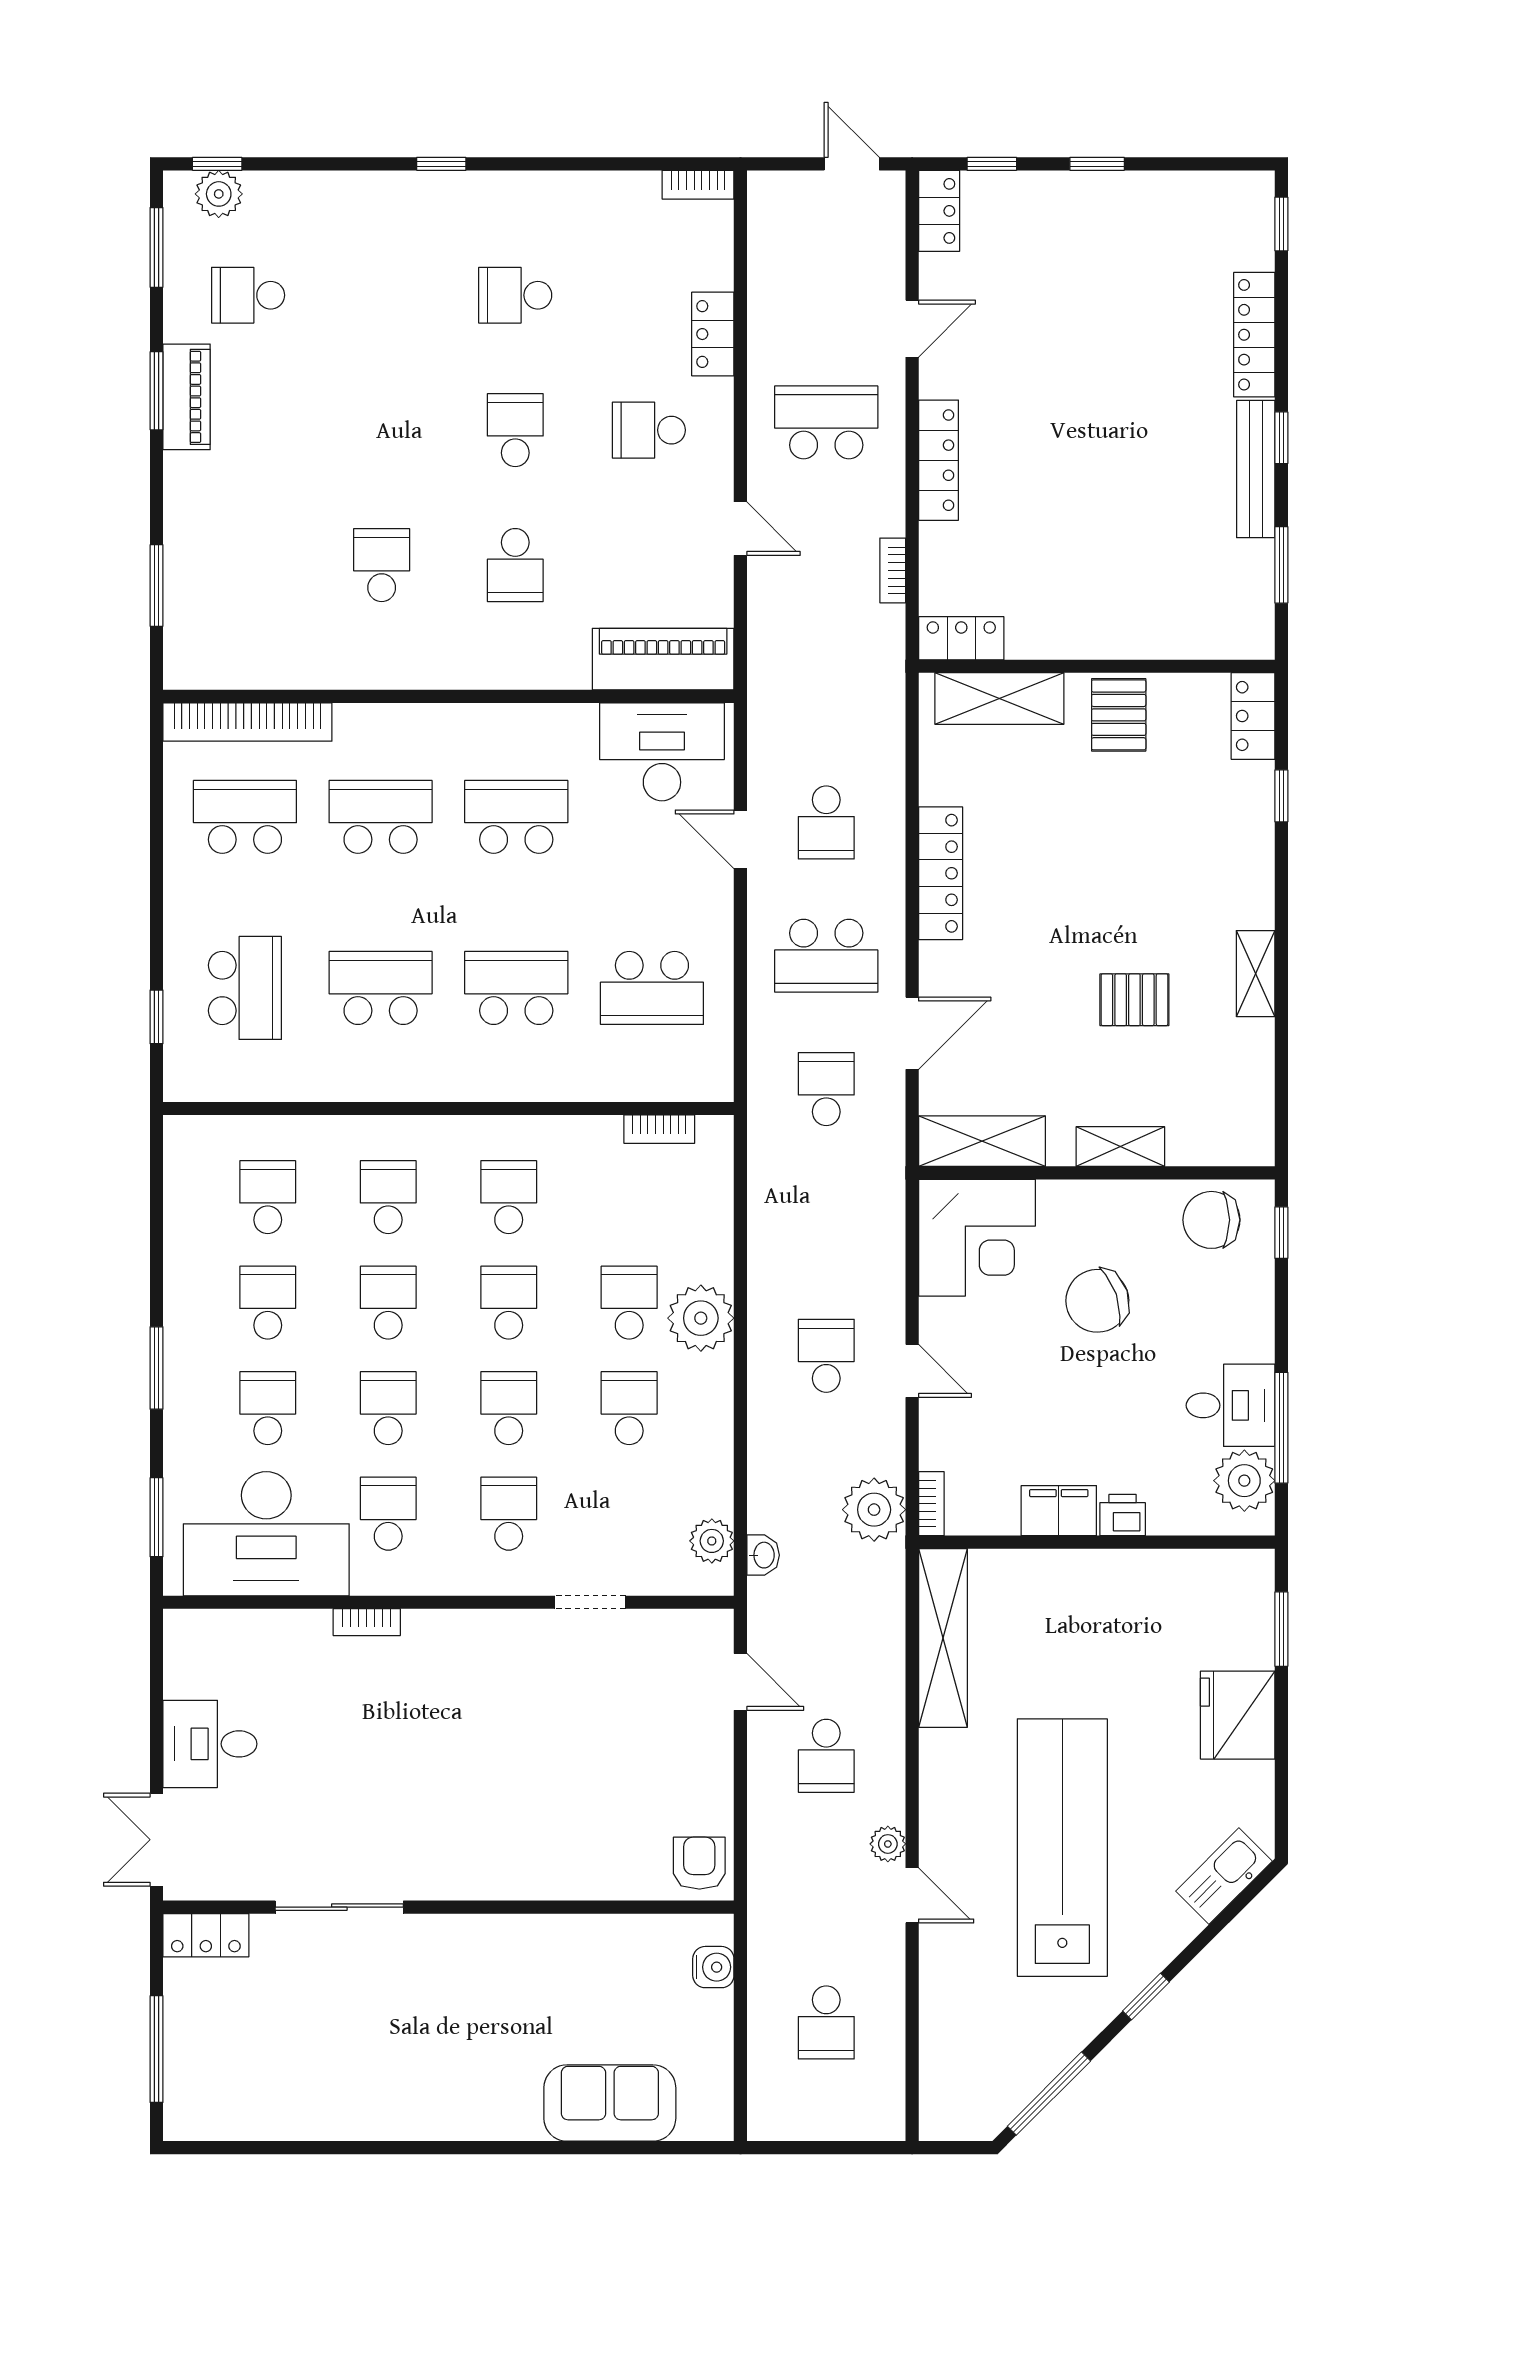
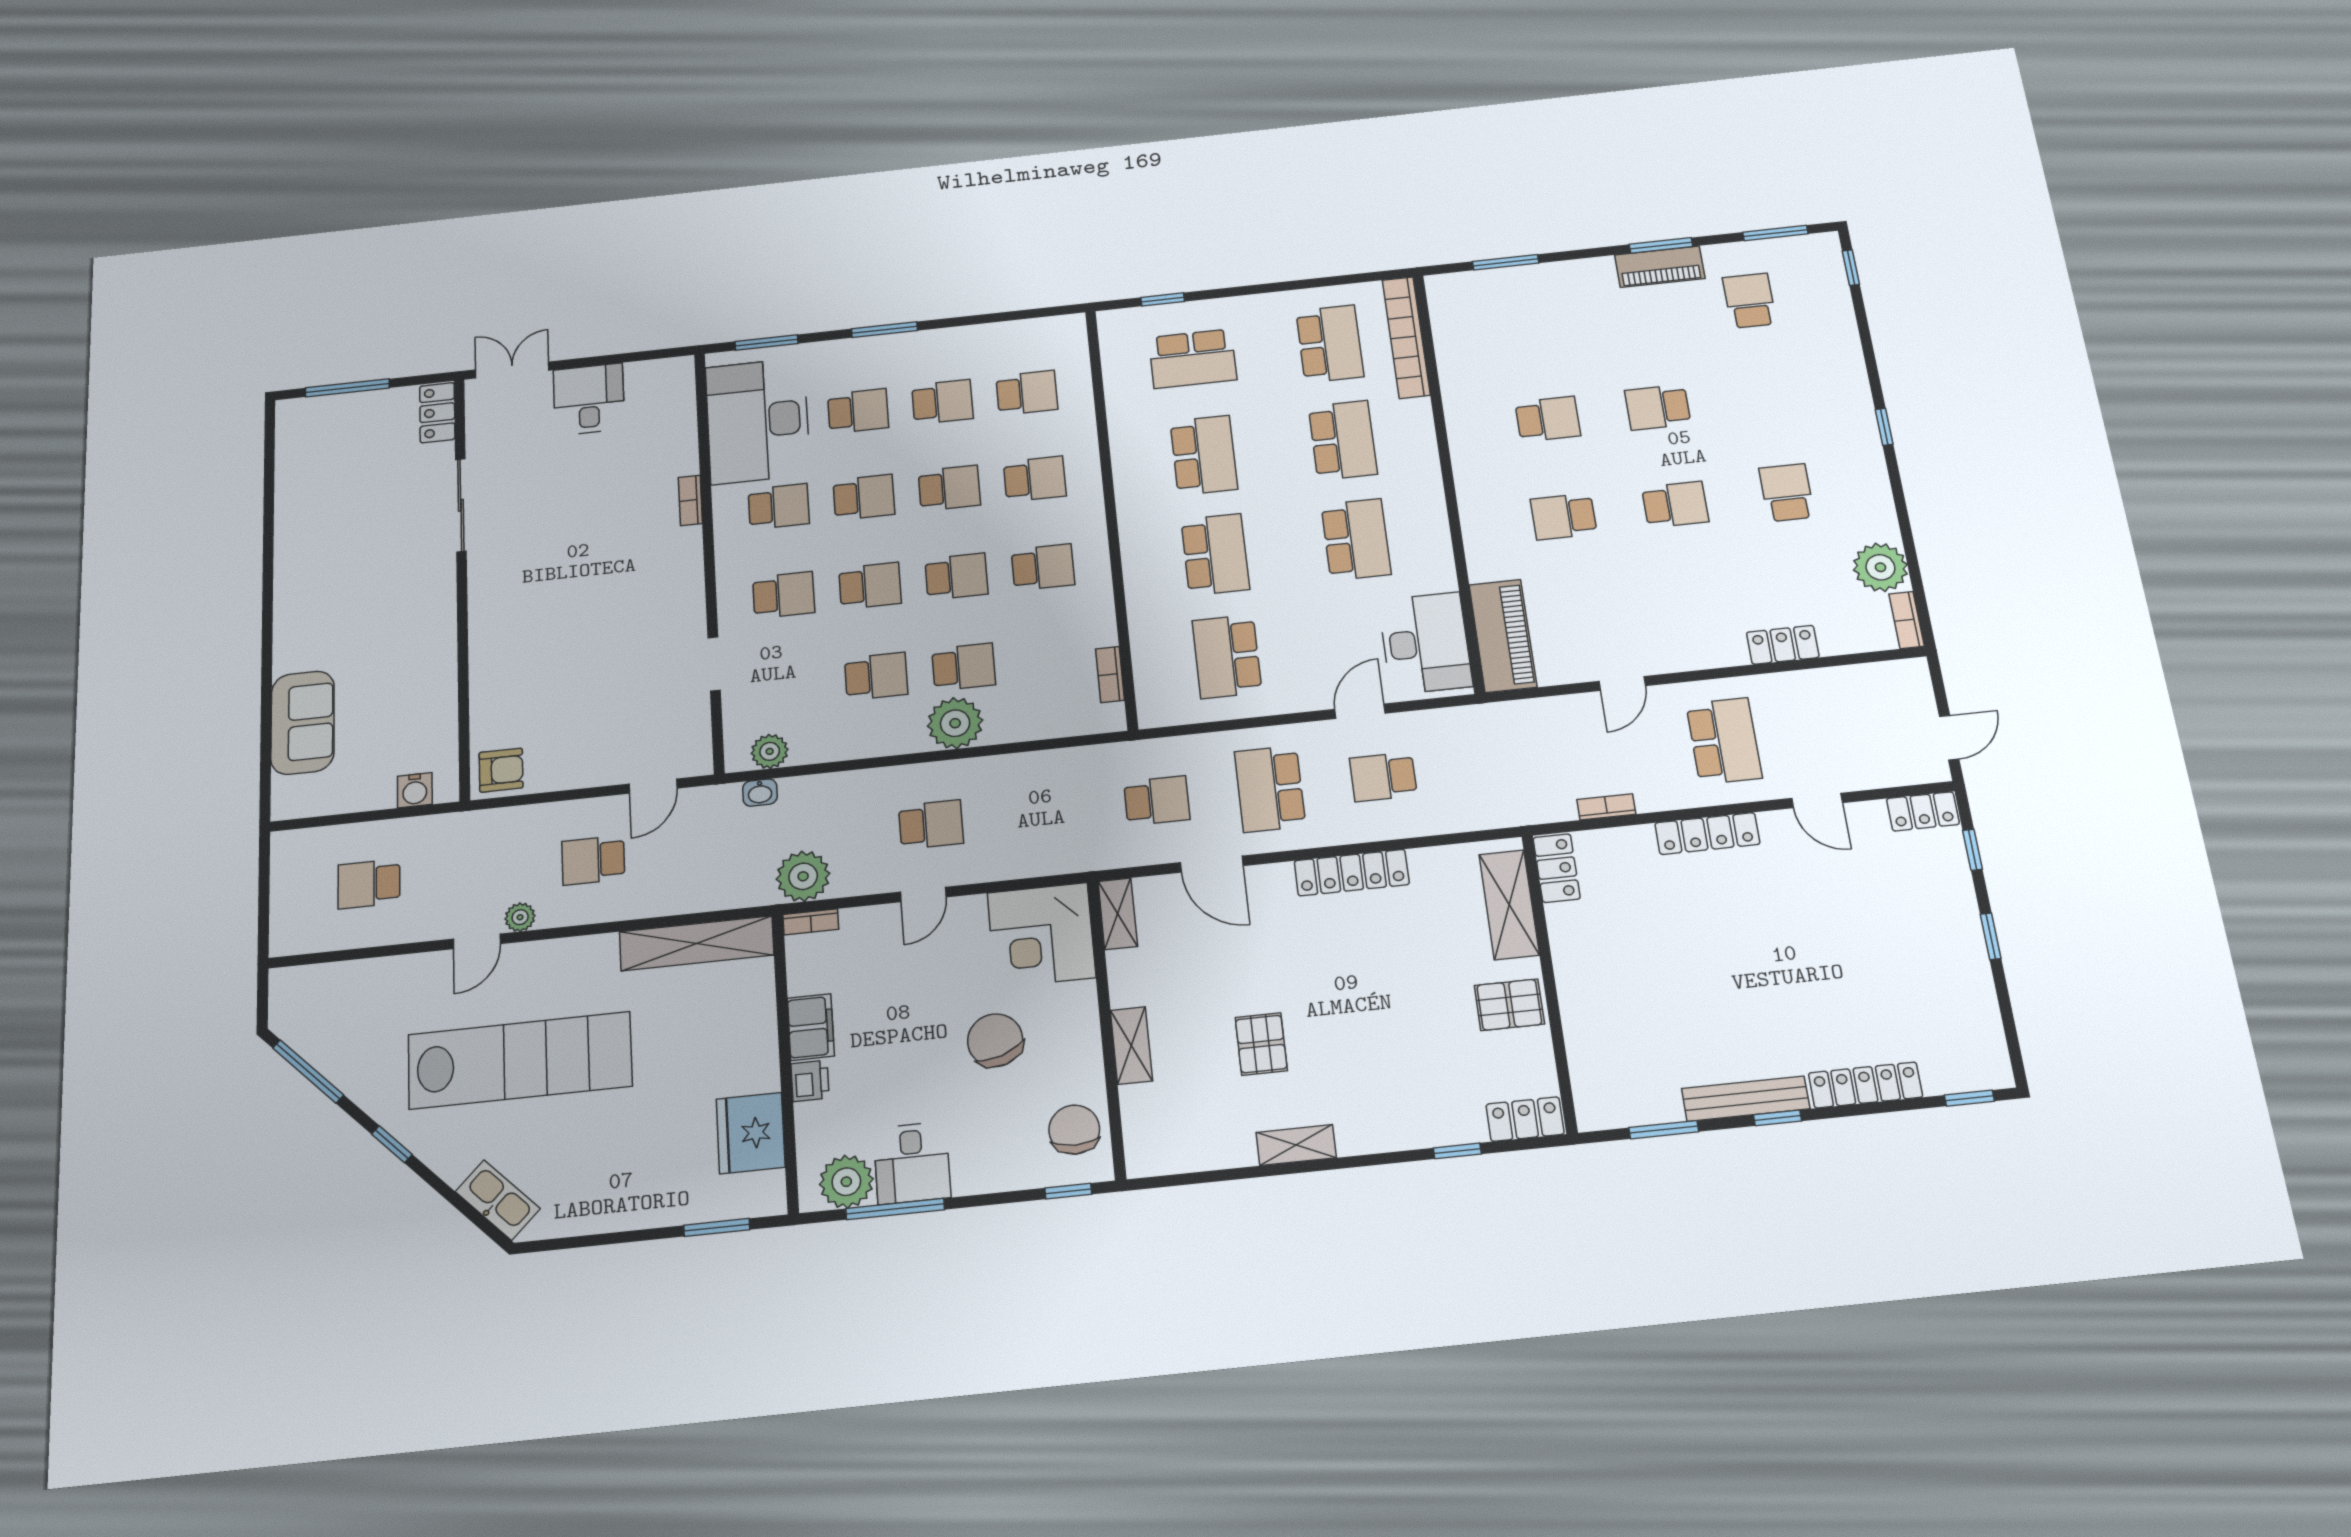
plant: (219, 194) -> (1880, 567), moved, width x1.36, depth x1.36
school desk: (649, 430) -> (1658, 407), moved, turned -90
shelving: (982, 1141) -> (1118, 914), width x0.67, depth x0.75
fridge: (1238, 1715) -> (751, 1133), moved, turned -90

